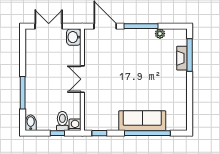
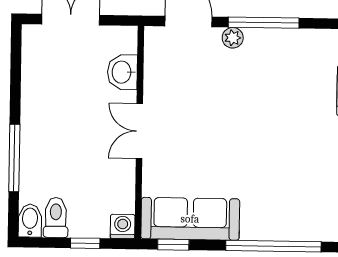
plant: (160, 34) -> (233, 38), moved
washbasin: (74, 37) -> (122, 72), moved
toilet: (62, 121) -> (56, 217), moved
sofa: (142, 121) -> (190, 219), moved

